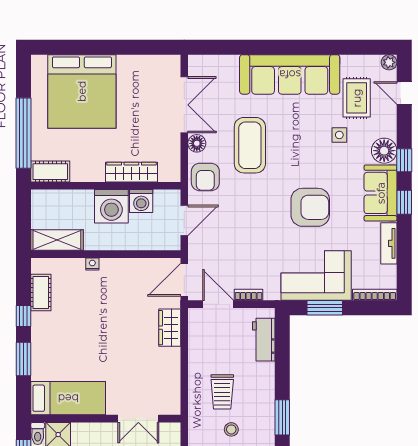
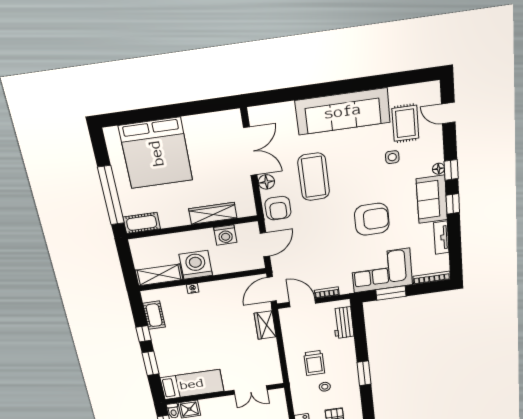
plant: (389, 62) -> (433, 88), removed
floor lamp: (384, 151) -> (439, 169), width x0.53, depth x0.53
washing machine: (111, 206) -> (196, 265), moved, turned 180

